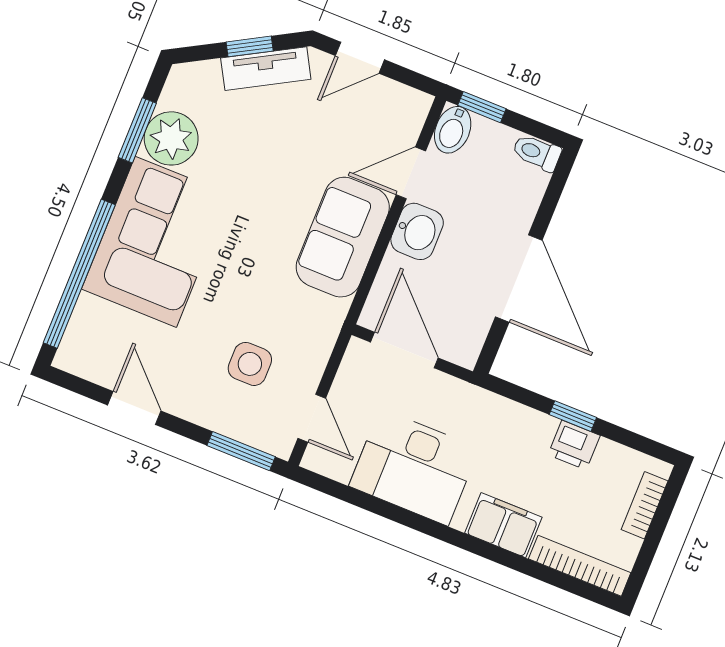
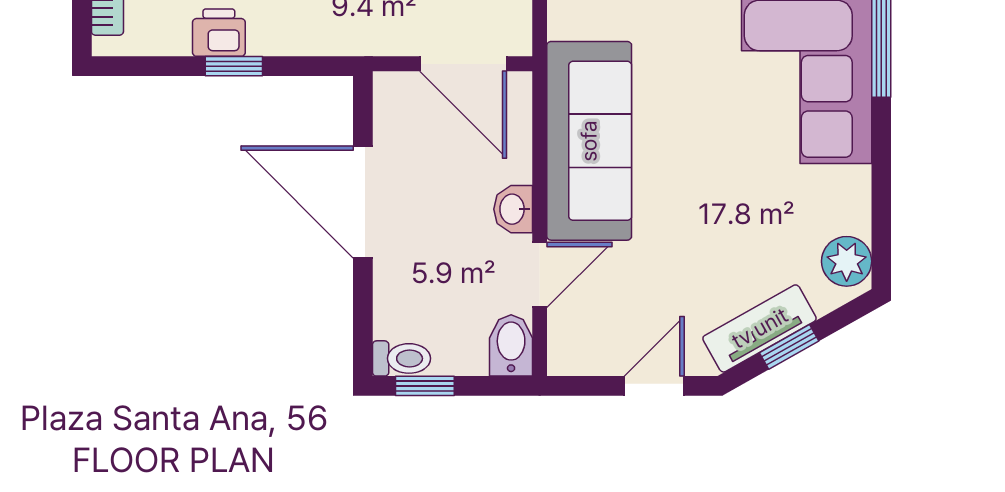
window: (482, 107) -> (425, 386), moved
window: (137, 130) -> (881, 195), removed
plant: (171, 138) -> (847, 261), moved, width x0.73, depth x0.73
washbasin: (417, 231) -> (513, 209), width x0.72, depth x0.69
sofa: (343, 237) -> (589, 141), width x1.36

